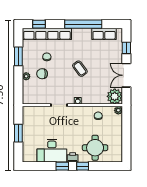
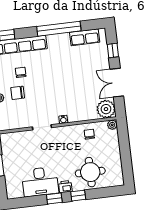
coffee table: (80, 69) -> (61, 81), removed

